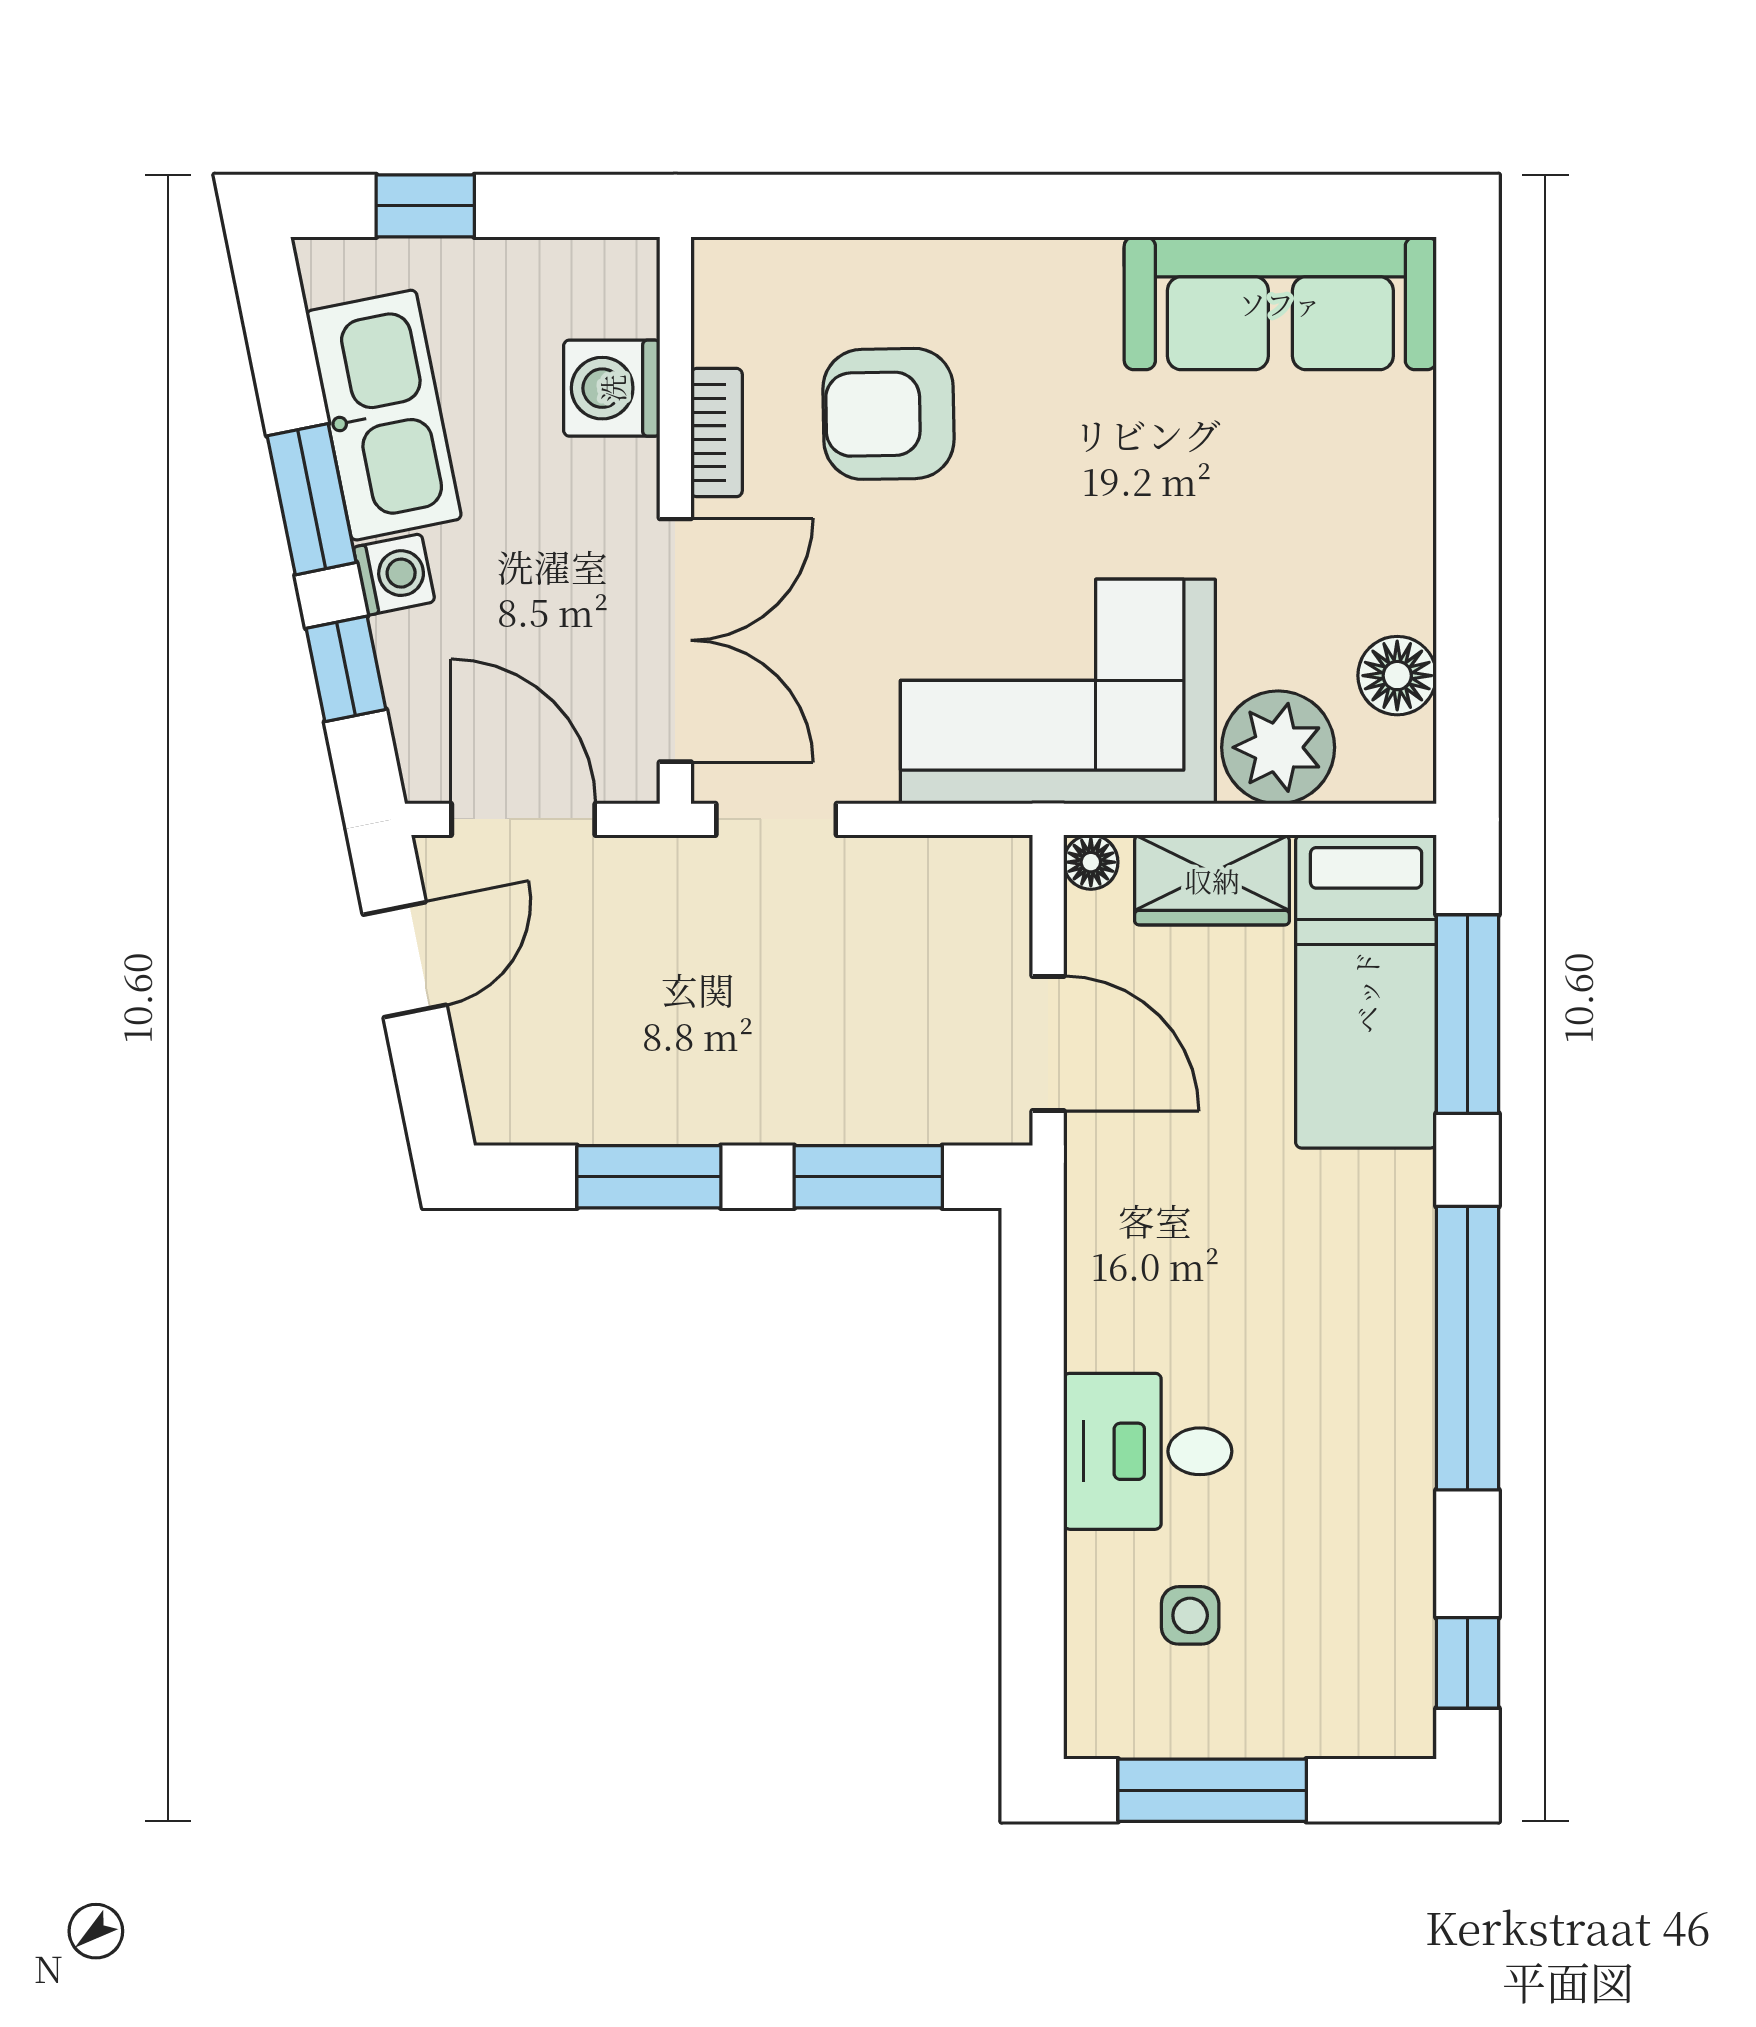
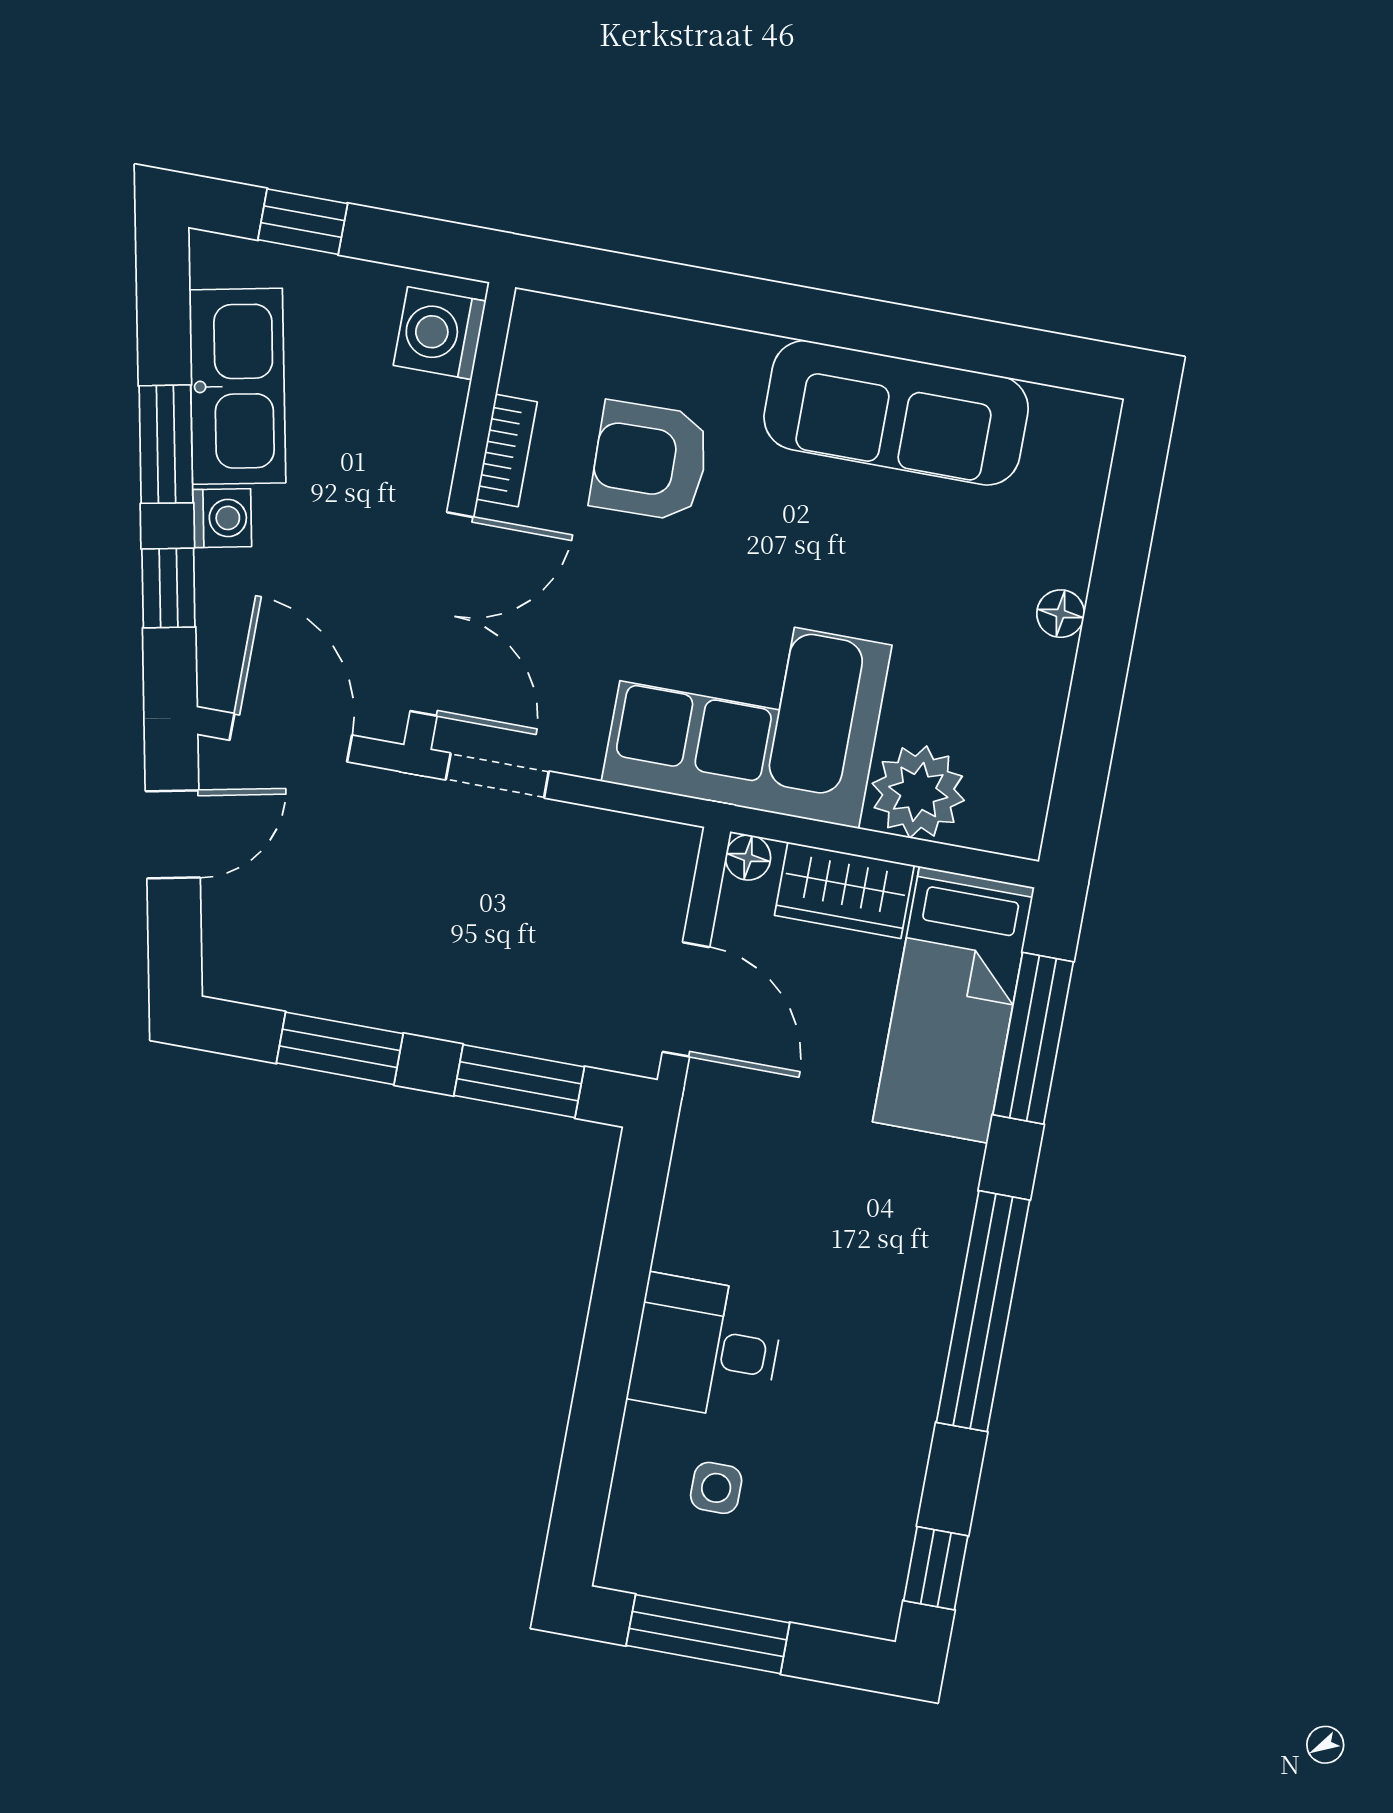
sofa: (1280, 303) -> (896, 413), moved
washing machine: (612, 388) -> (440, 333), moved
floor lamp: (1397, 676) -> (1061, 614), moved, width x0.73, depth x0.73

